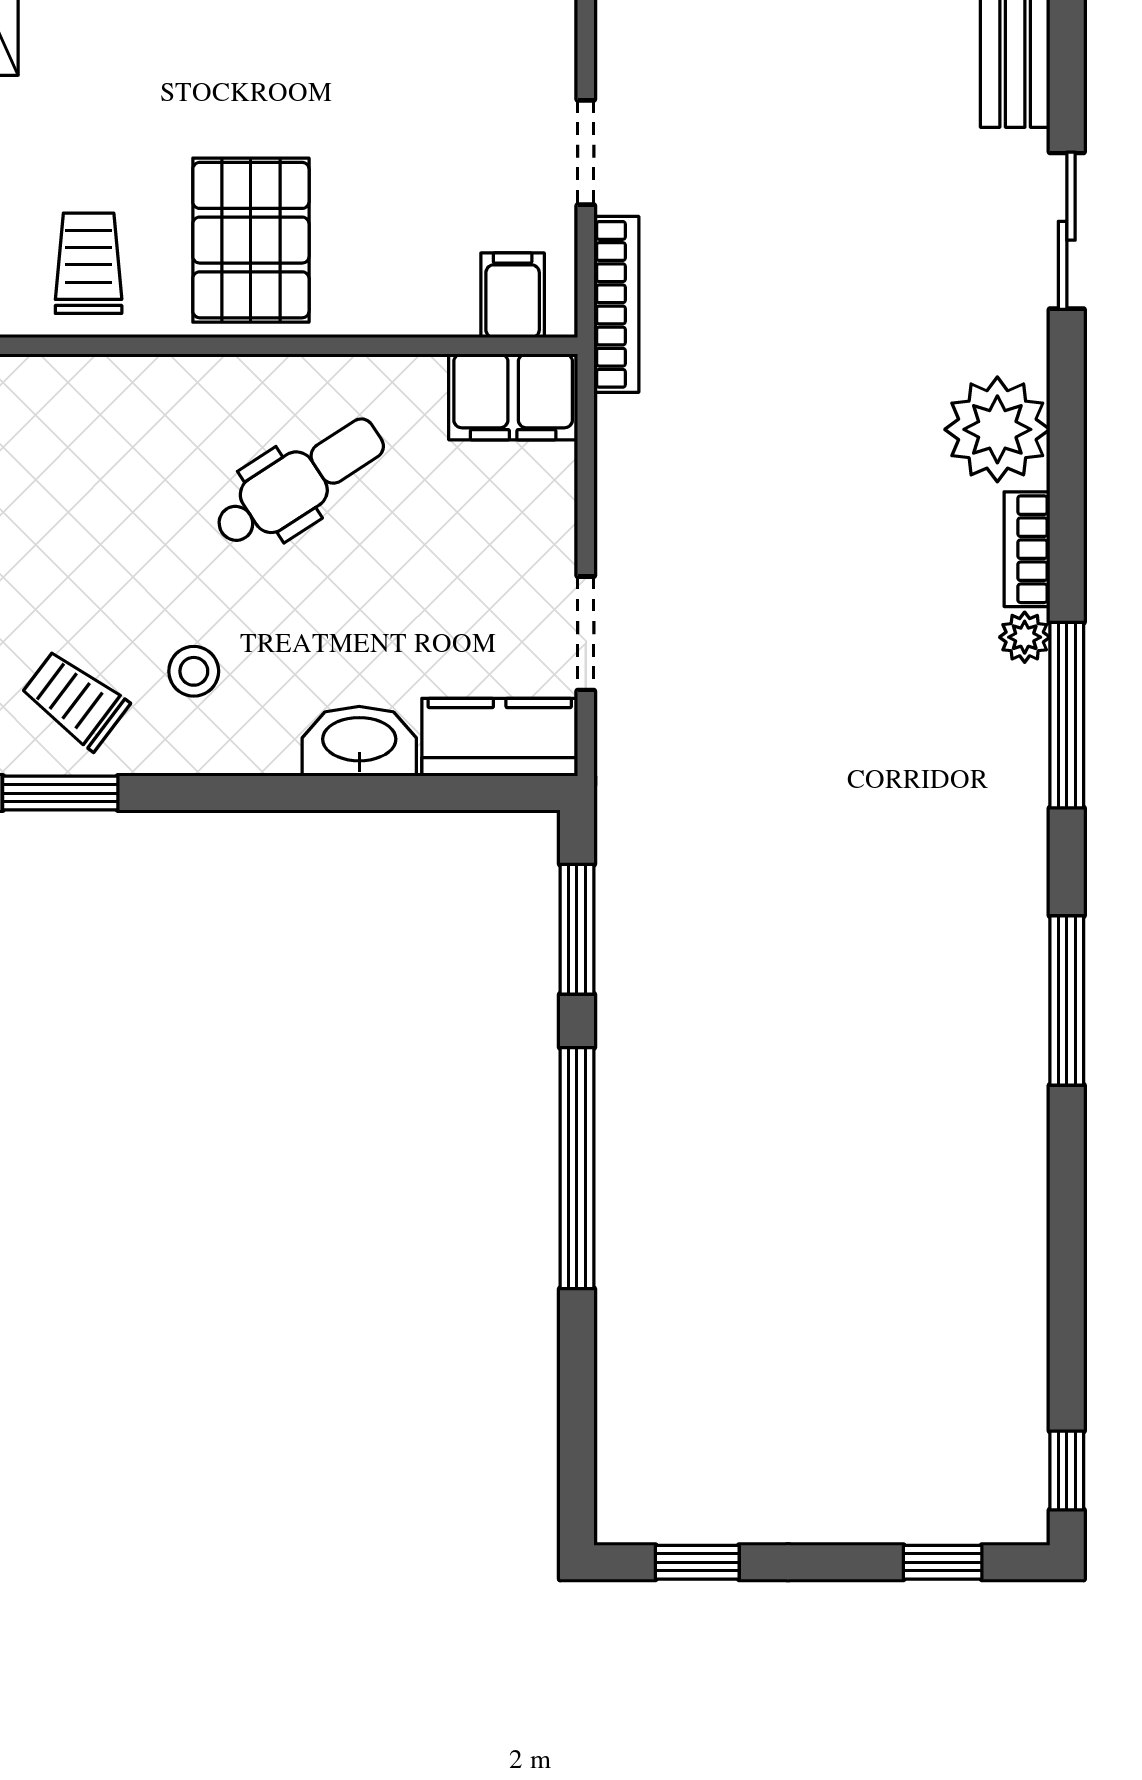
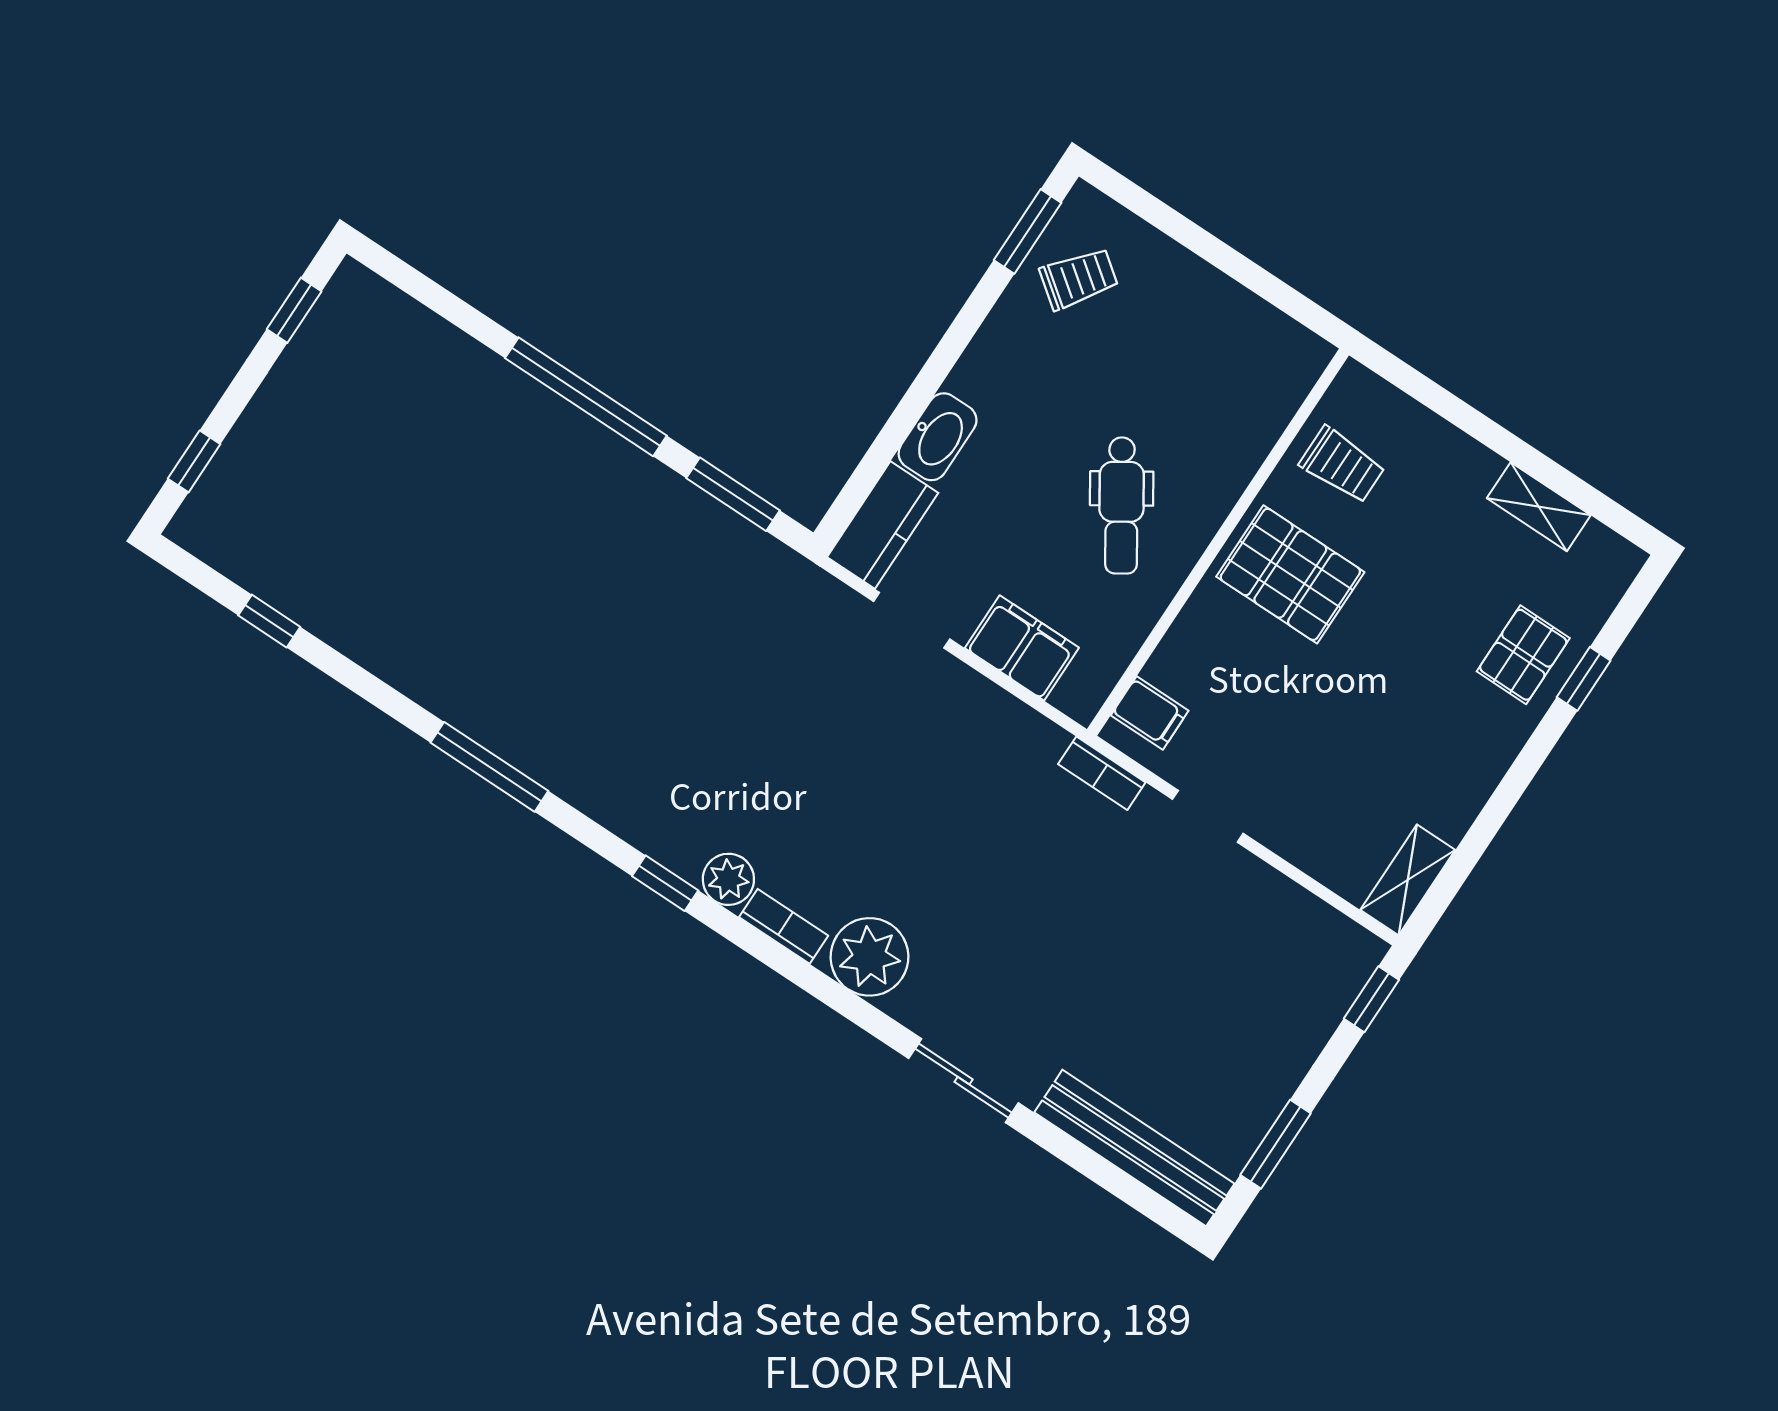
bookcase: (616, 304) -> (1102, 773), width x0.64
filing cabinet: (513, 397) -> (1022, 648), moved, turned 90
plant: (1025, 637) -> (728, 879), width x1.38, depth x1.38
stool: (194, 671) -> (1048, 363), removed
window: (1067, 715) -> (665, 883), width x0.46
window: (1067, 1471) -> (269, 621), moved

